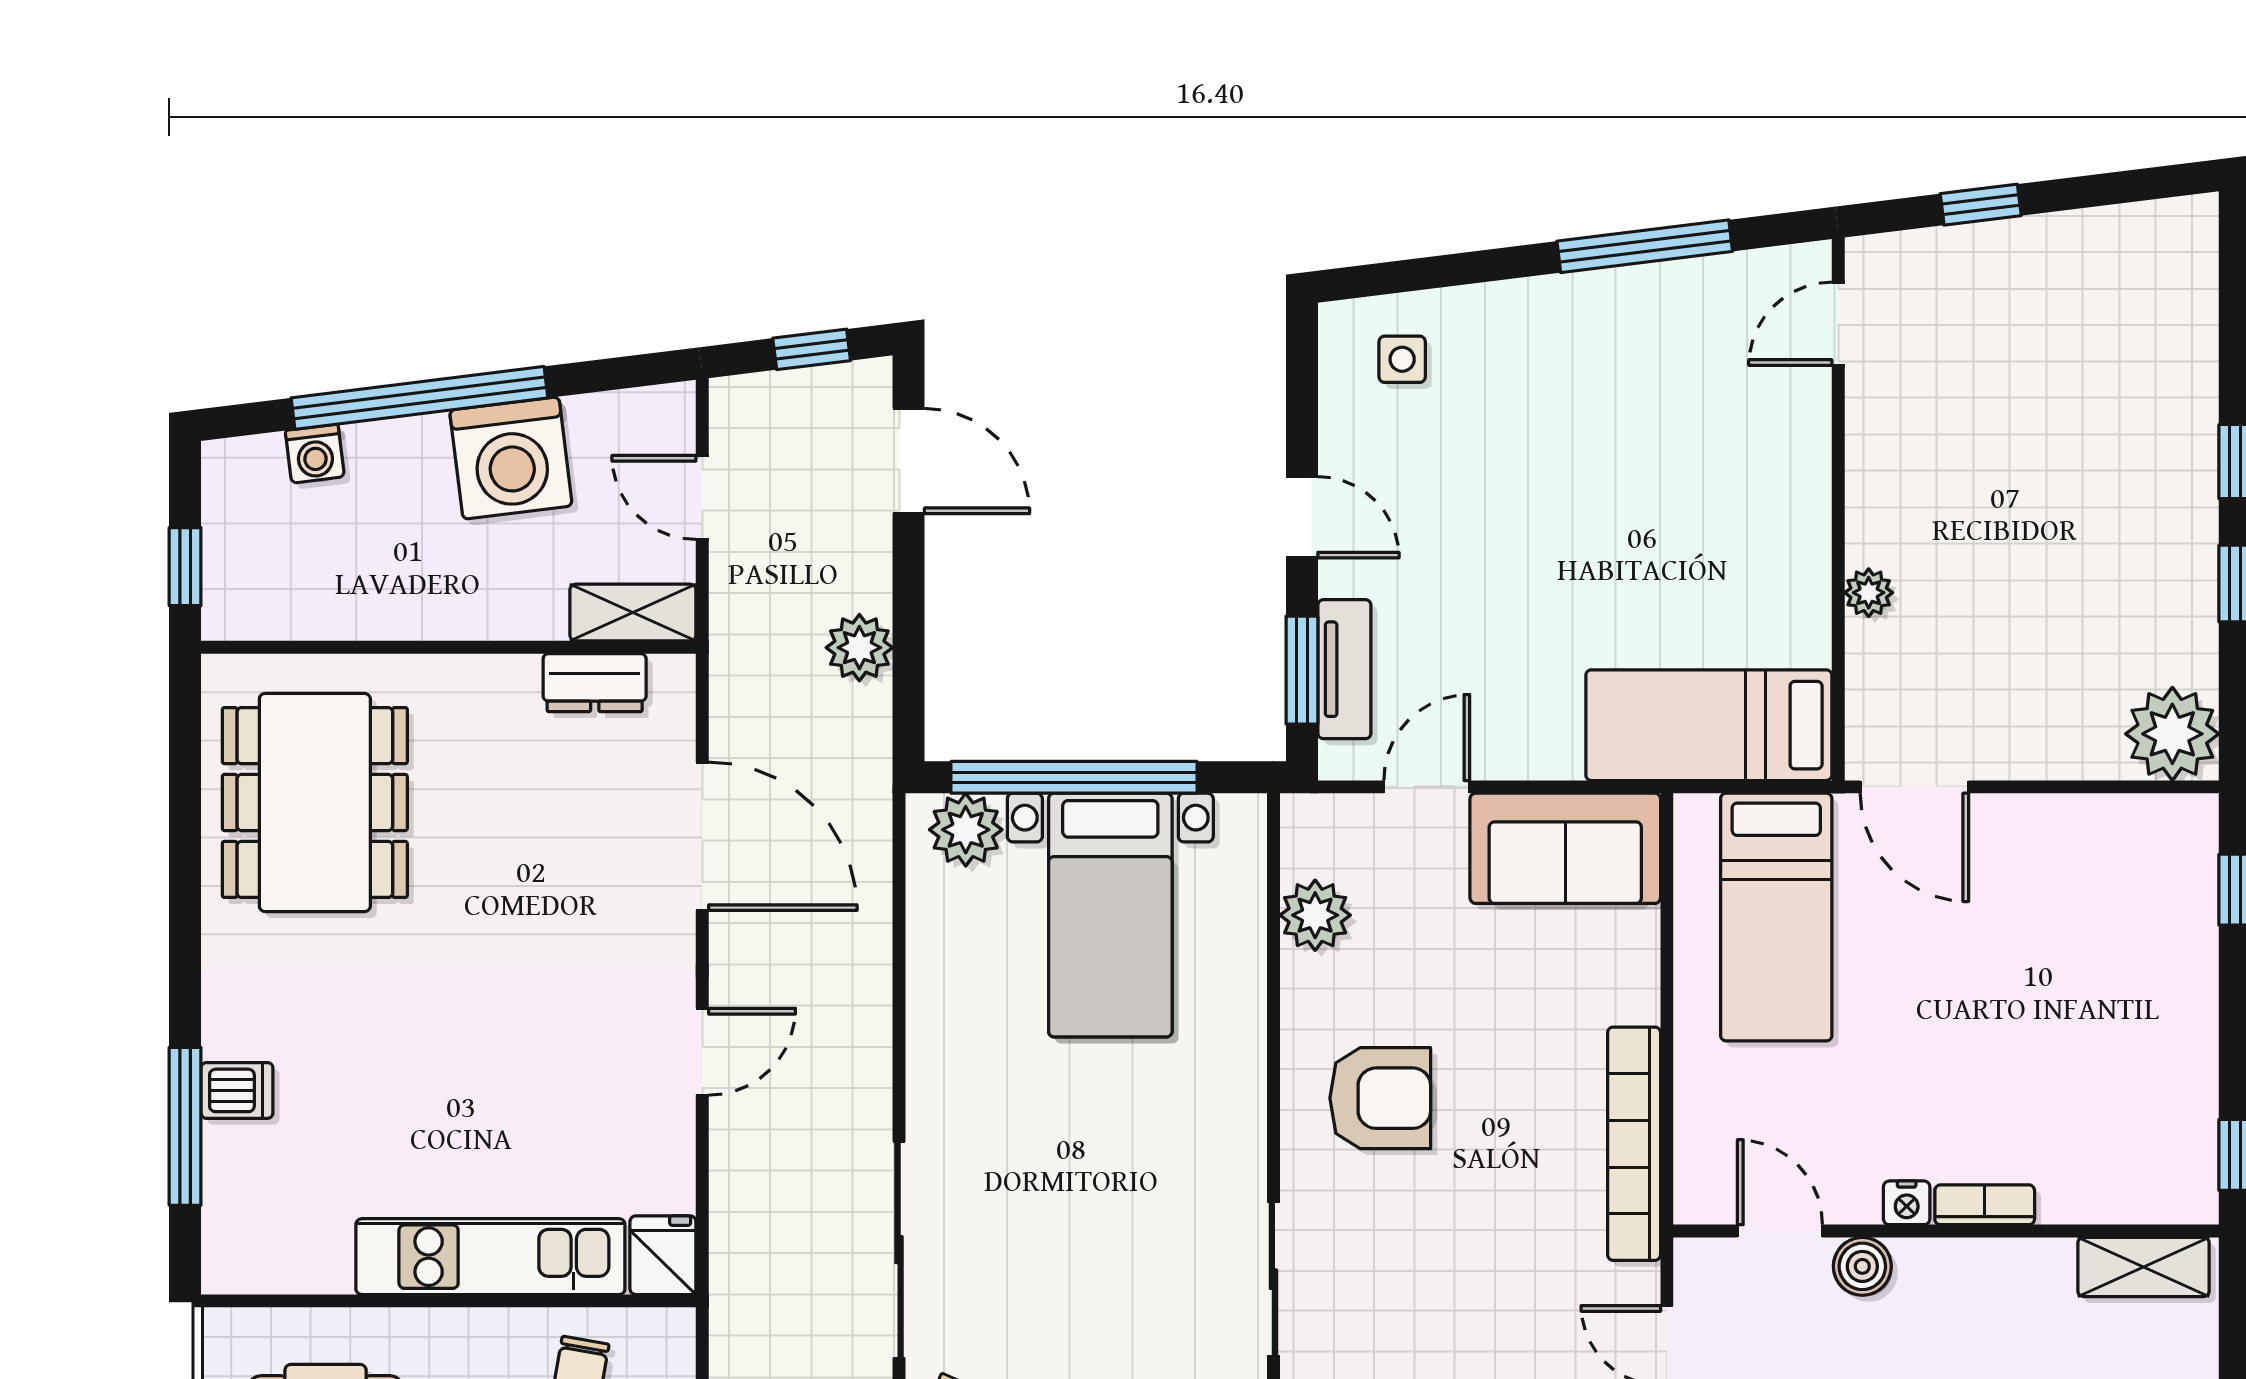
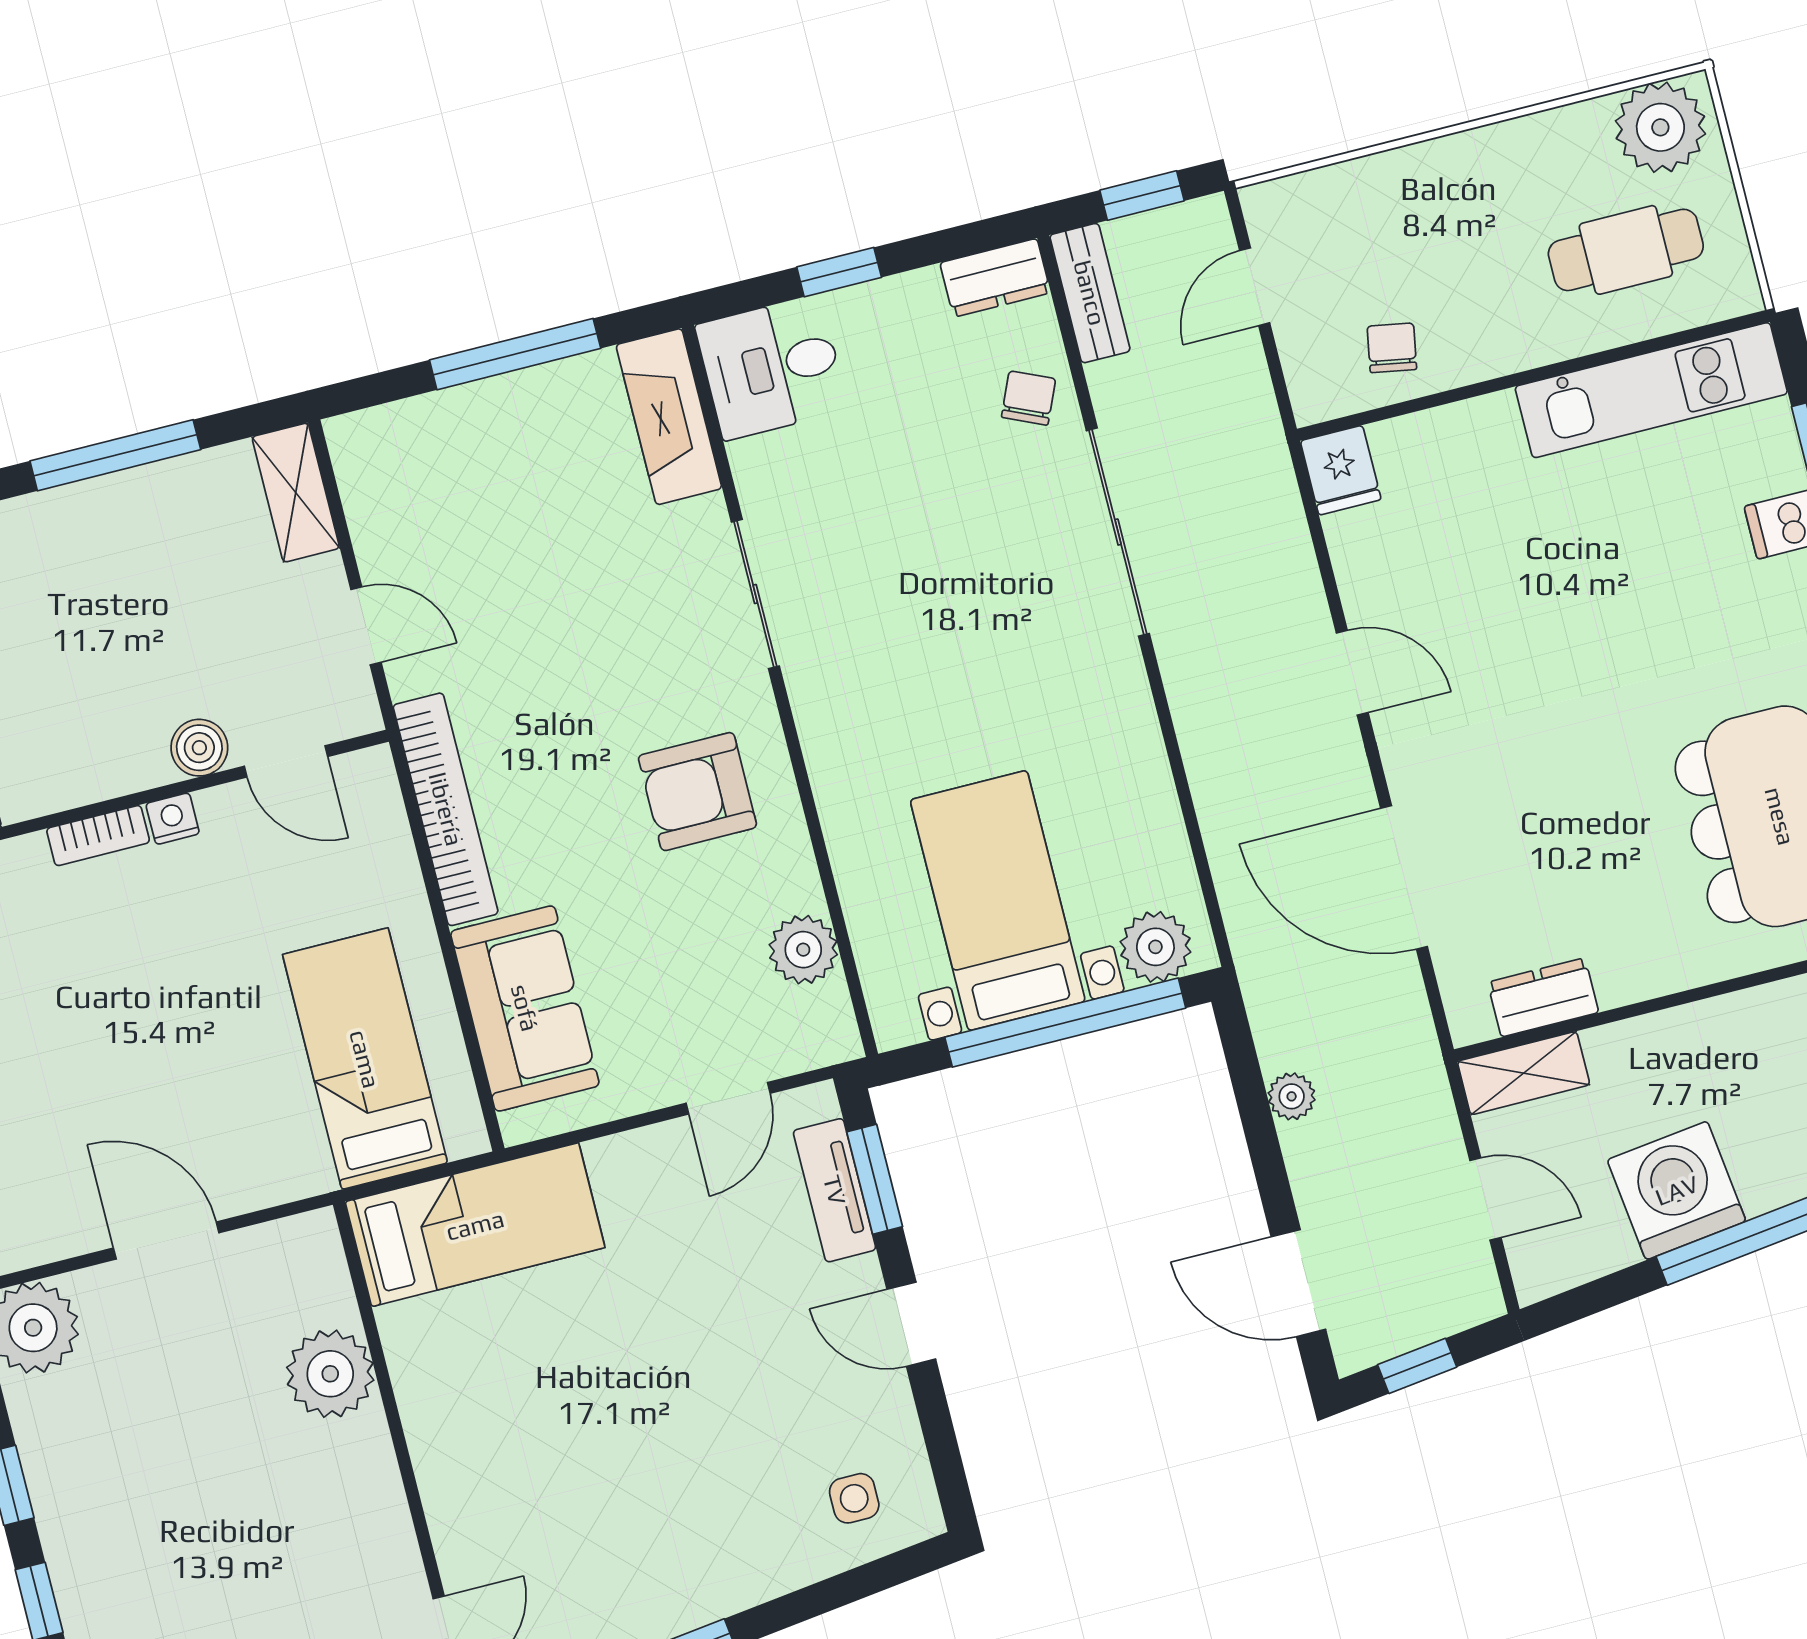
plant: (1869, 593) -> (330, 1374), width x1.88, depth x1.88
plant: (859, 648) -> (1292, 1096), width x0.73, depth x0.73
door: (1914, 787) -> (166, 1240), moved
sofa: (1565, 848) -> (525, 1008), moved, turned 90
door: (702, 1052) -> (1352, 673), swing flipped
kitchen unit: (490, 1257) -> (1651, 390), moved

